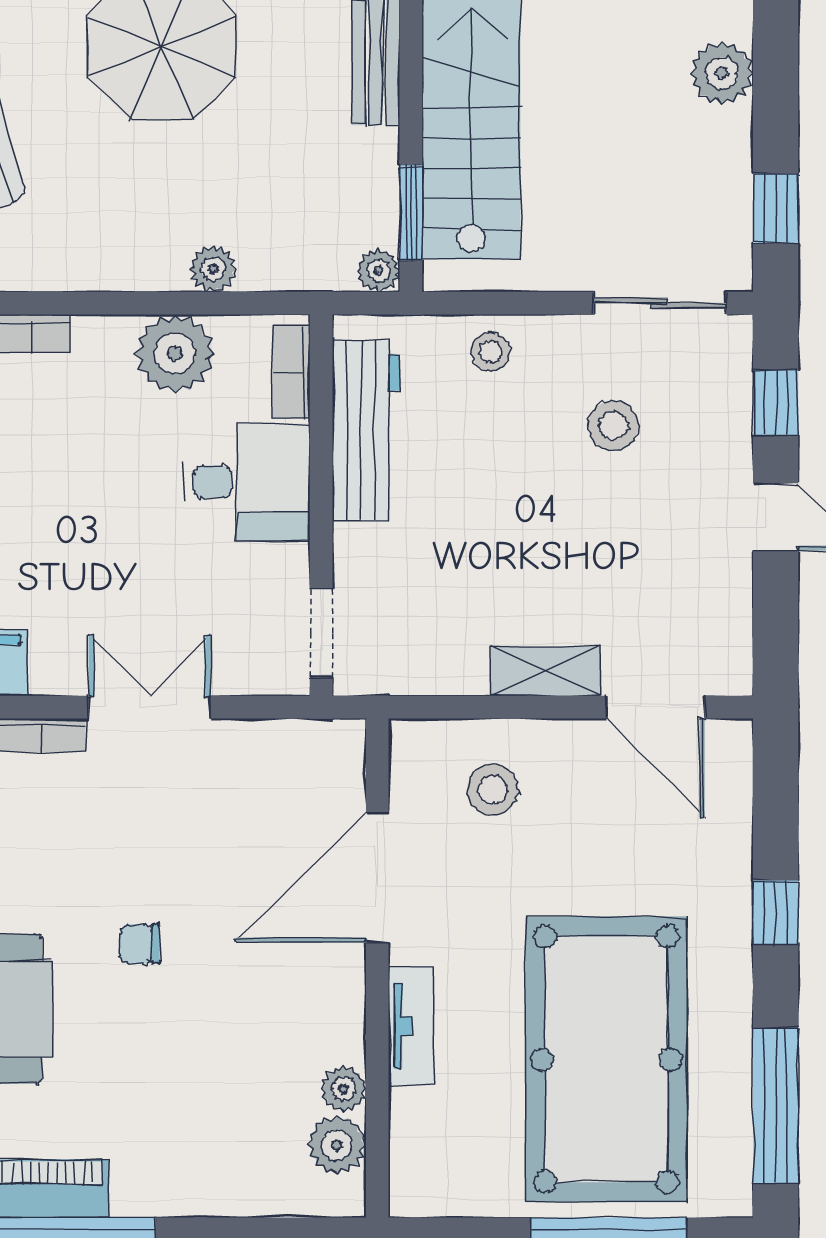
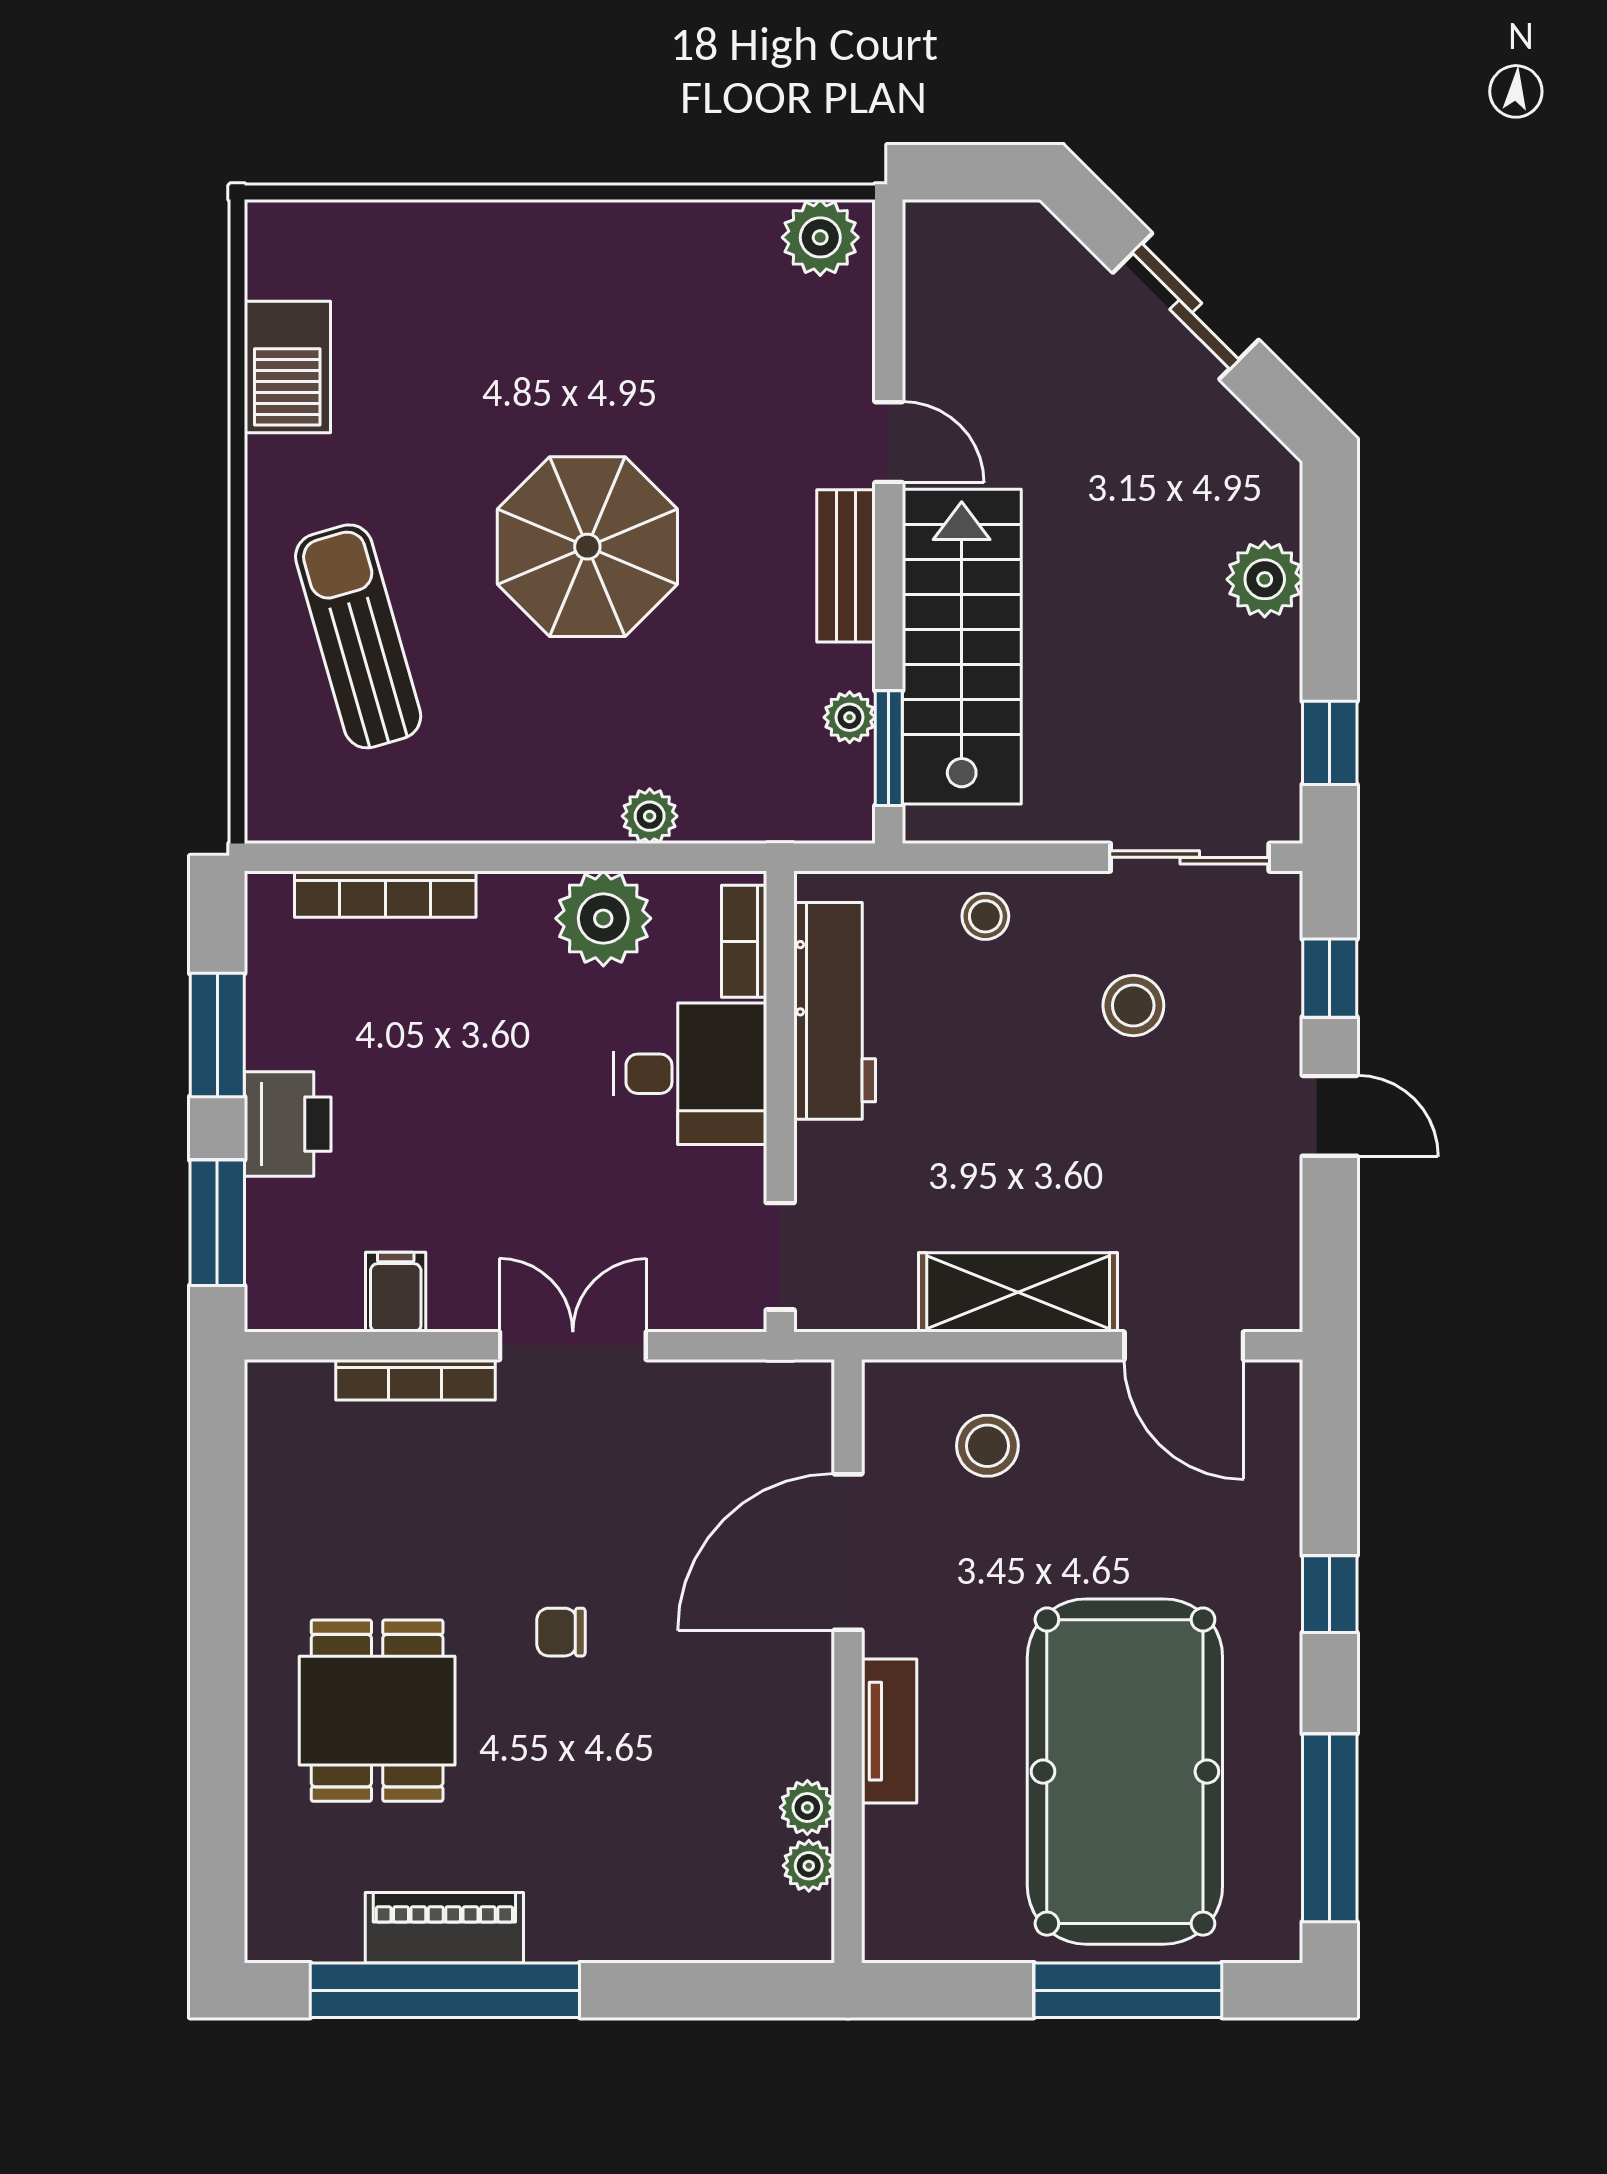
plant: (378, 271) -> (850, 717), moved
shelving: (545, 671) -> (1018, 1292), width x1.50, depth x1.33
plant: (337, 1145) -> (809, 1866), width x0.73, depth x0.73

